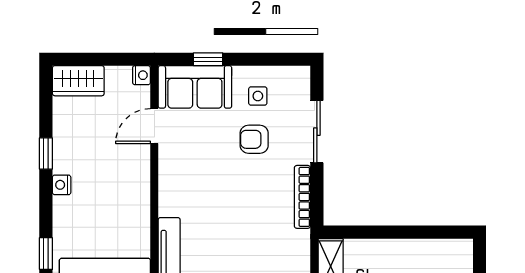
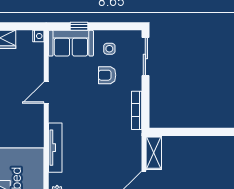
door: (154, 126) -> (46, 93), moved
sliding door: (317, 132) -> (145, 56), moved

